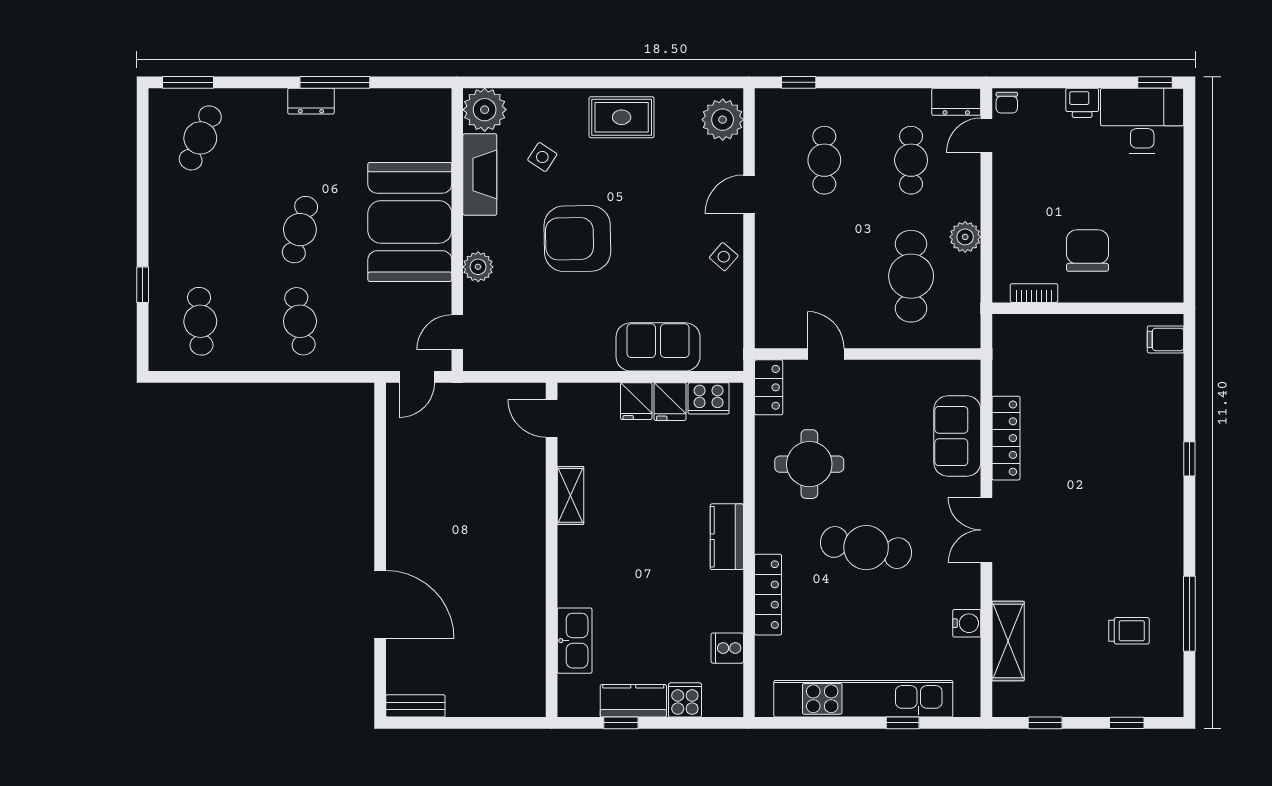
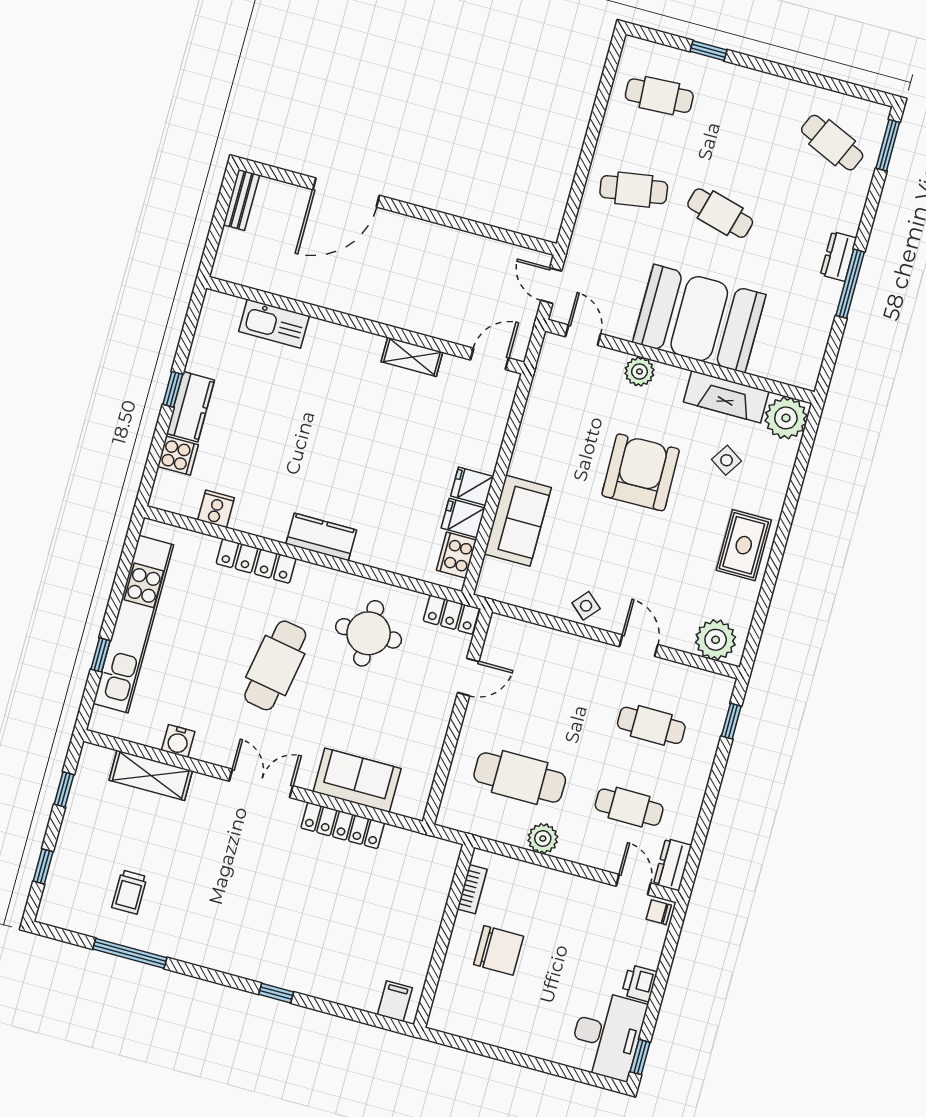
door: (552, 418) -> (489, 359), moved
shelving: (570, 495) -> (412, 357), moved
wall: (552, 550) -> (365, 325), moved
kitchen sink: (575, 641) -> (274, 324), moved

